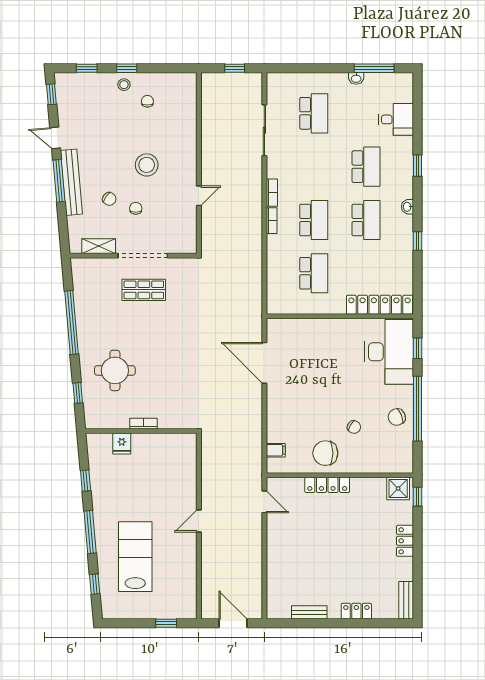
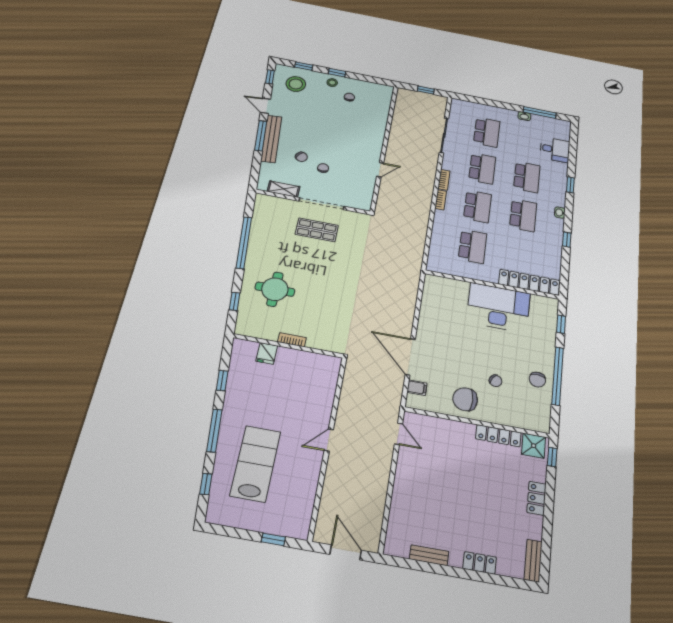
stool: (147, 165) -> (296, 84), moved
school desk: (314, 167) -> (482, 168), added
desk: (389, 352) -> (498, 308), moved, turned -90
door: (264, 363) -> (410, 357), moved
chair: (397, 417) -> (537, 380), turned -66
locker: (327, 485) -> (498, 436), moved

